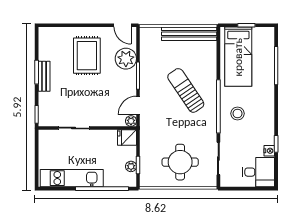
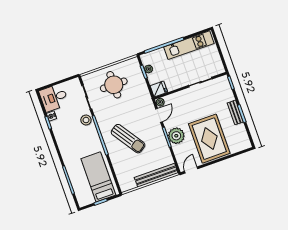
door: (122, 25) -> (191, 170), hinge flipped
bench: (189, 34) -> (156, 175), moved
rug: (87, 56) -> (209, 139), width x1.37, depth x1.44
plant: (126, 59) -> (176, 136), moved
stool: (237, 114) -> (86, 120), moved

